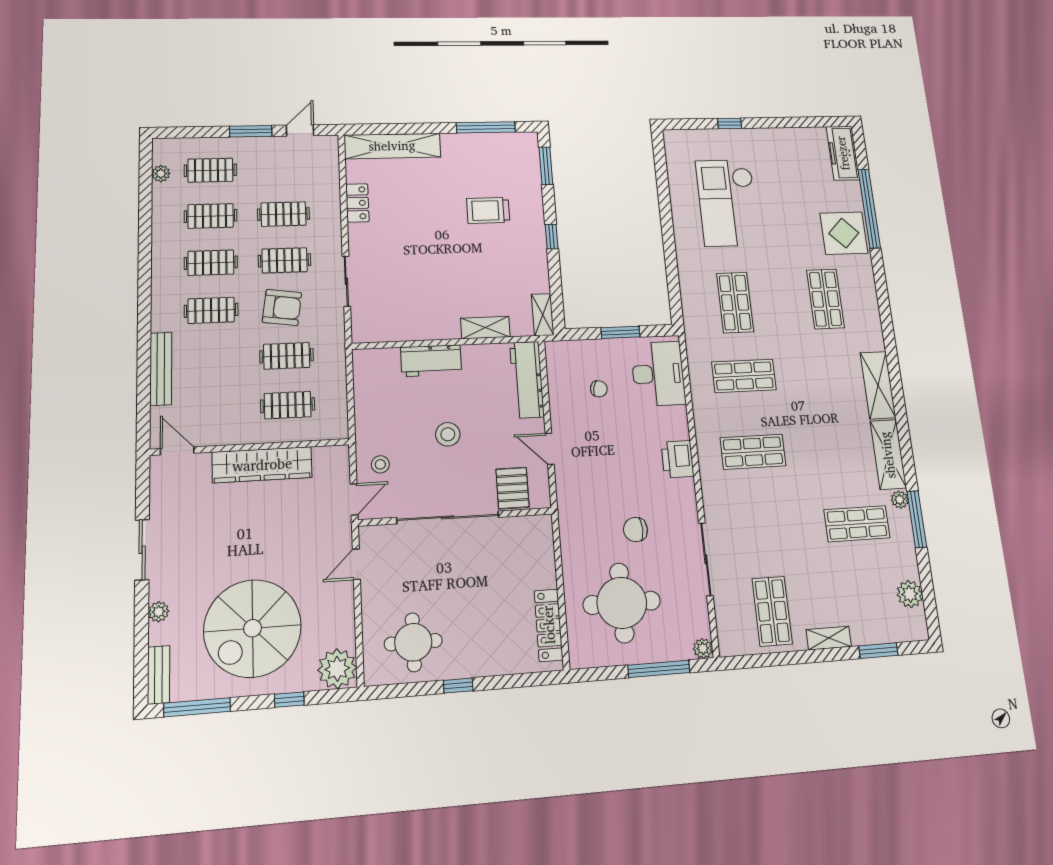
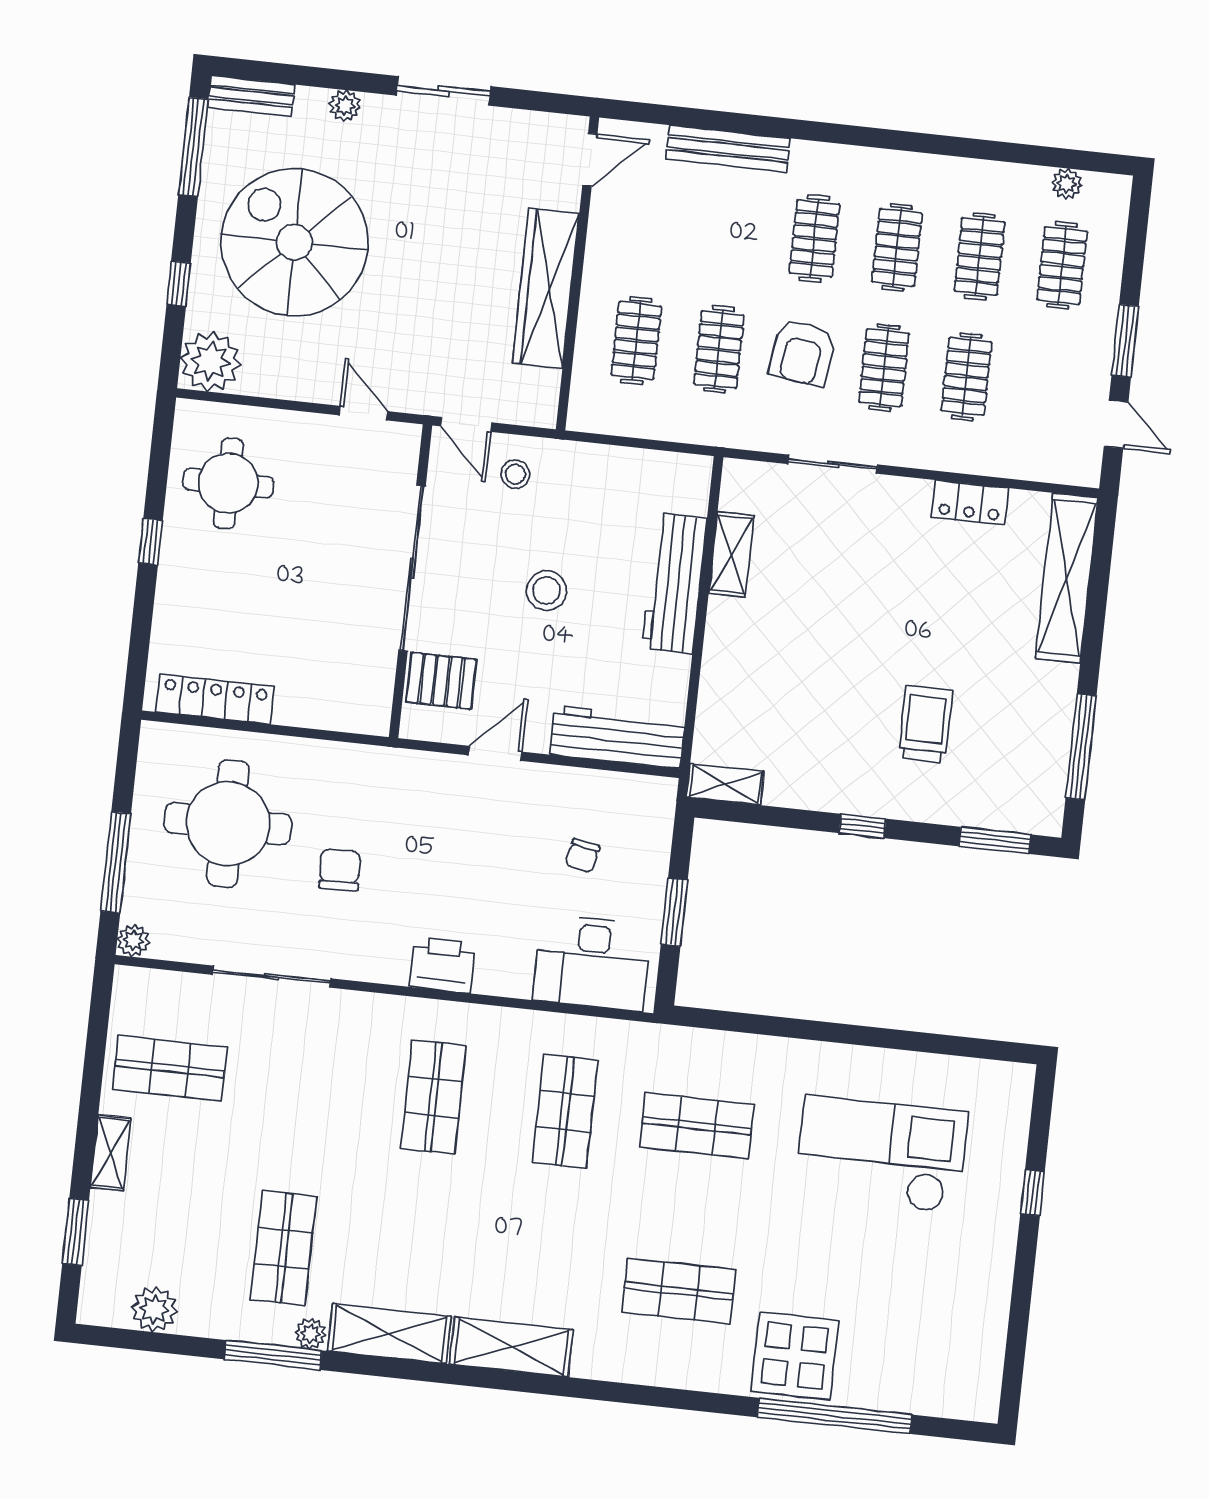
freezer: (843, 153) -> (947, 1393), removed
shelving: (485, 328) -> (731, 555), moved
workbench: (431, 361) -> (674, 583), width x1.38

